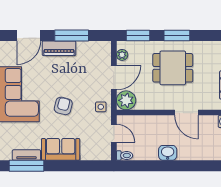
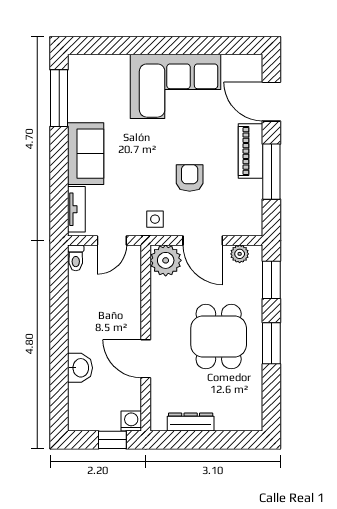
armchair: (63, 106) -> (190, 178), moved, turned -104
door: (186, 113) -> (146, 359), hinge flipped
washbasin: (168, 153) -> (80, 368), moved
tv unit: (26, 155) -> (76, 209), moved

